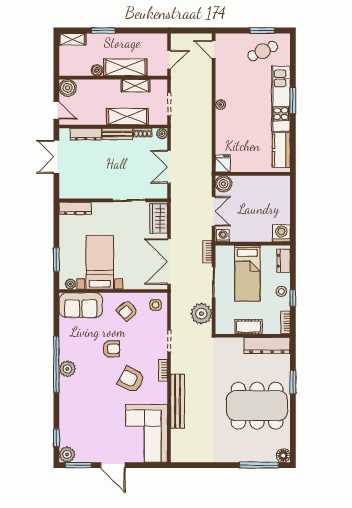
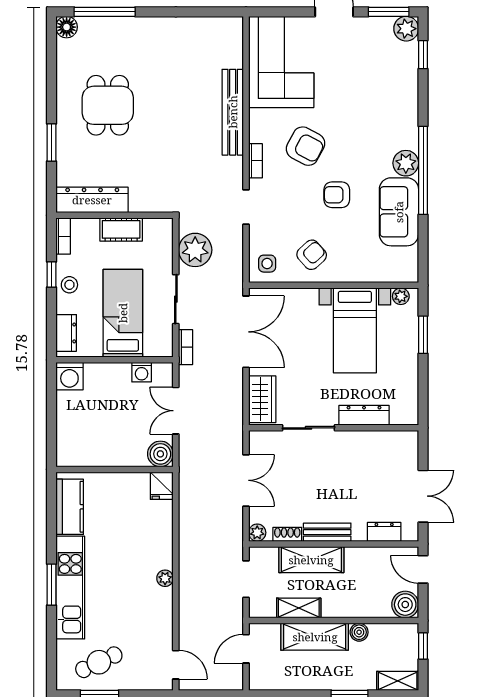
window: (56, 61) -> (423, 646), added
dresser: (86, 134) -> (384, 532), width x0.70
dresser: (75, 208) -> (364, 415), moved
washing machine: (223, 236) -> (142, 372), moved
sofa: (81, 305) -> (399, 212), moved, turned -90
dining table: (257, 406) -> (108, 105), width x0.53, depth x0.80

